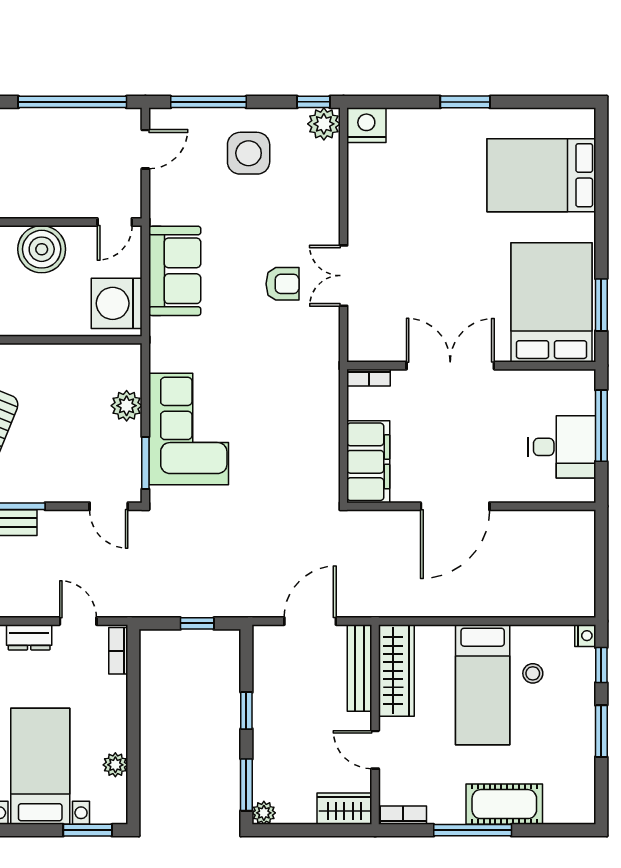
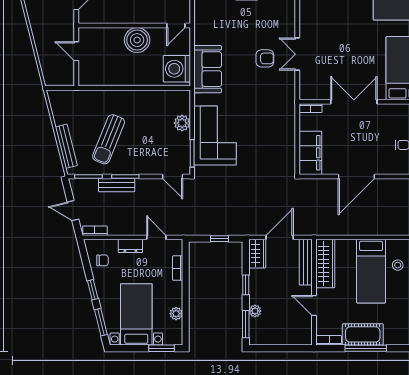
sofa: (175, 271) -> (208, 69), moved
bookcase: (118, 651) -> (178, 268), moved
cot: (504, 804) -> (363, 334), moved
wardrobe: (344, 809) -> (257, 254), moved, turned 90
plant: (264, 813) -> (255, 311), moved

